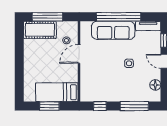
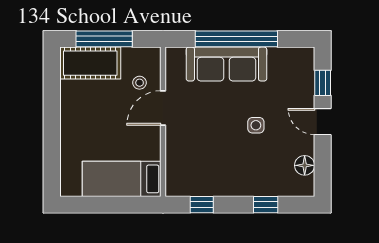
tv unit: (148, 26) -> (291, 56), removed
window: (49, 106) -> (108, 205), removed
window: (134, 106) -> (266, 205), width x0.46

